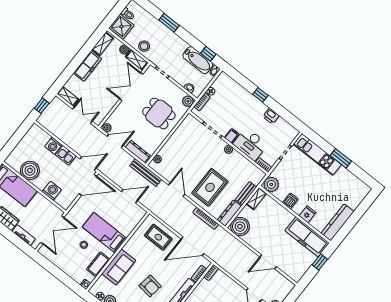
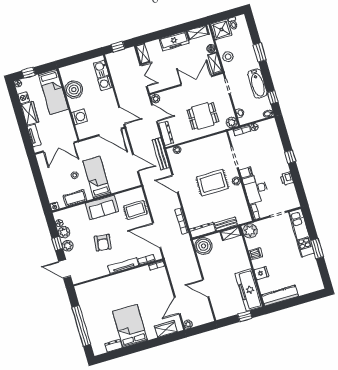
bathtub: (198, 60) -> (257, 83), moved
dining table: (159, 113) -> (203, 116), turned 90
kitchen sink: (66, 155) -> (101, 69), moved
rug: (210, 187) -> (212, 183), moved
door: (177, 190) -> (175, 184), swing flipped
rug: (158, 237) -> (135, 210), turned 90
sofa: (119, 267) -> (102, 207), moved

